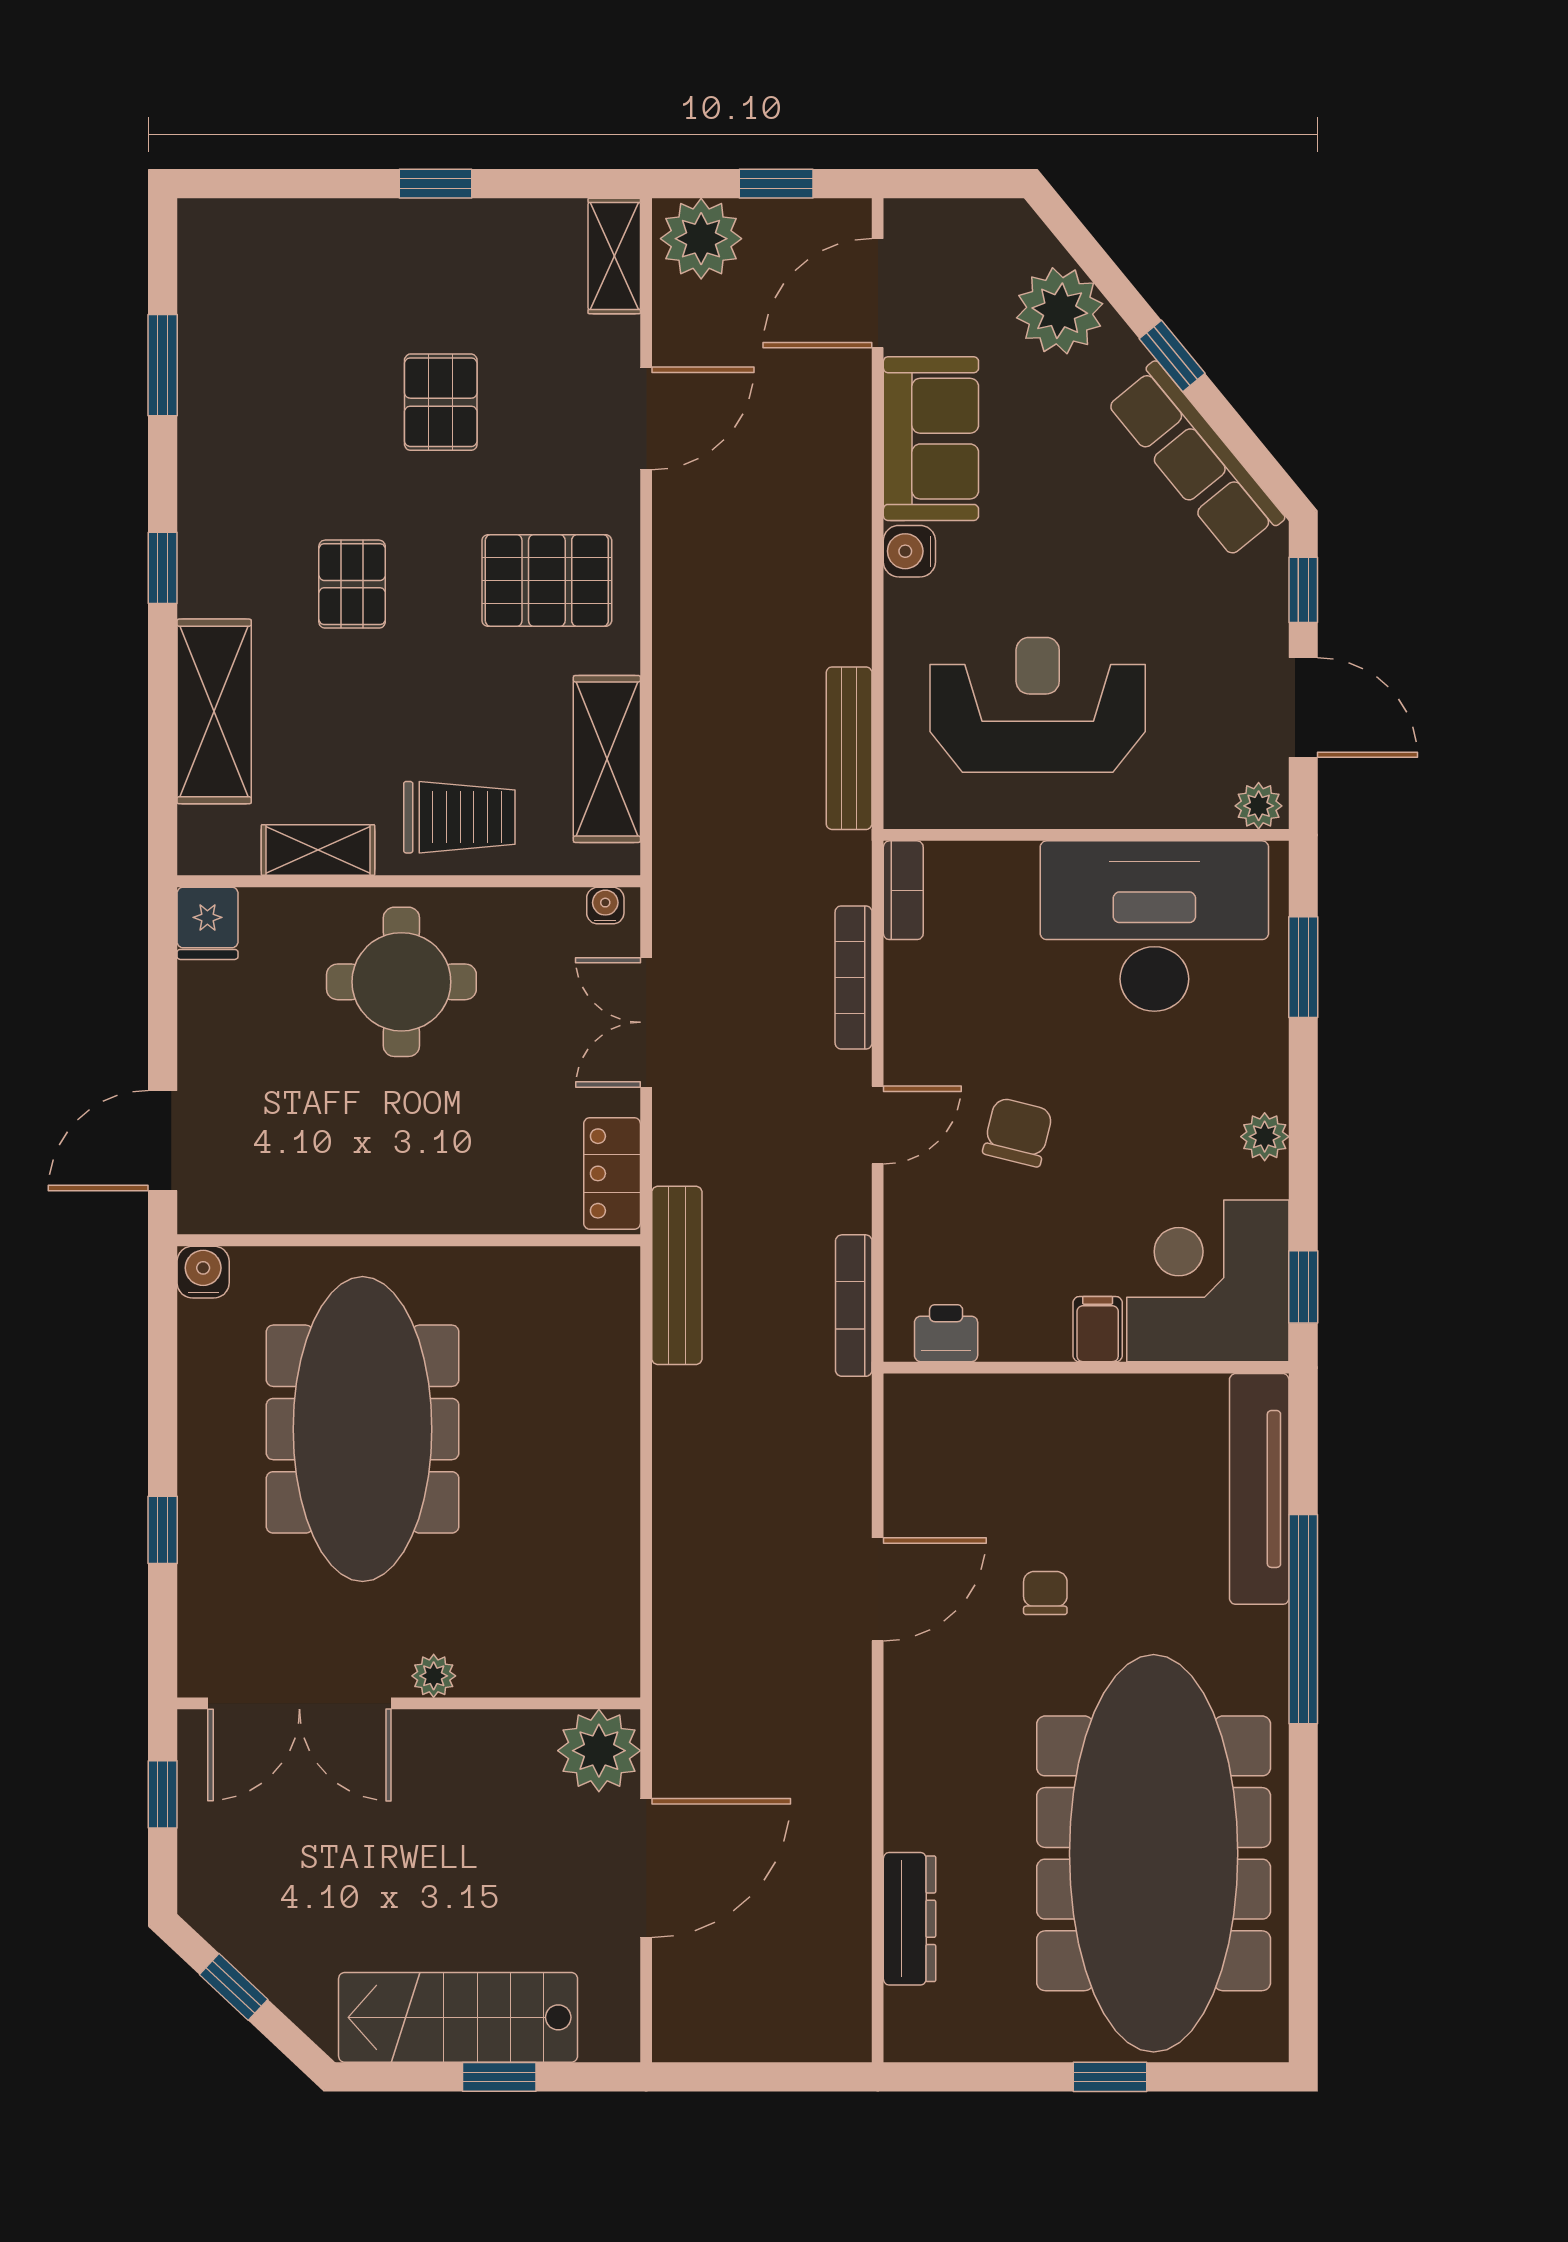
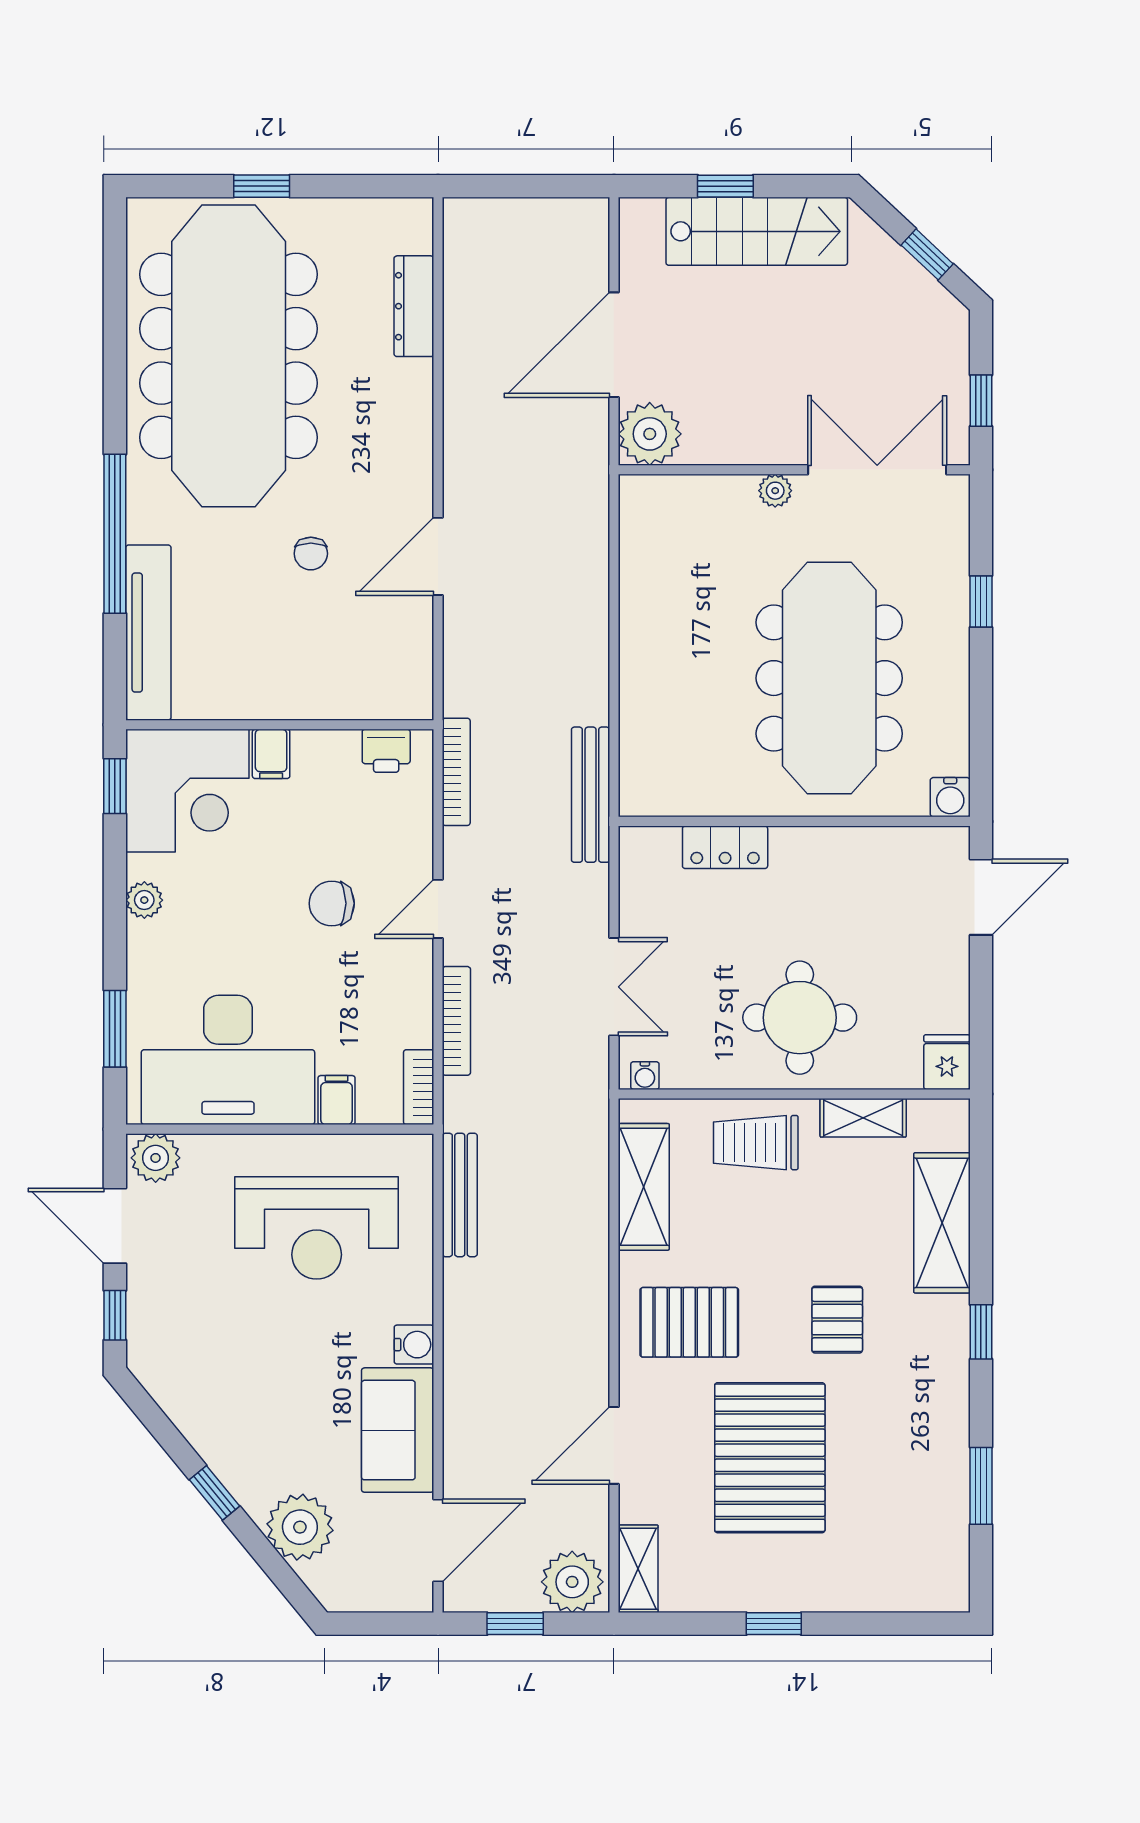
pallet: (441, 402) -> (770, 1458), width x2.05, depth x2.00
row of seats: (1195, 460) -> (197, 1414), removed
plant: (1259, 806) -> (156, 1158), width x1.38, depth x1.38
filing cabinet: (1011, 873) -> (337, 1100), added
chair: (1018, 1132) -> (332, 903), turned 76
locker: (612, 1173) -> (725, 847), moved, turned 90

